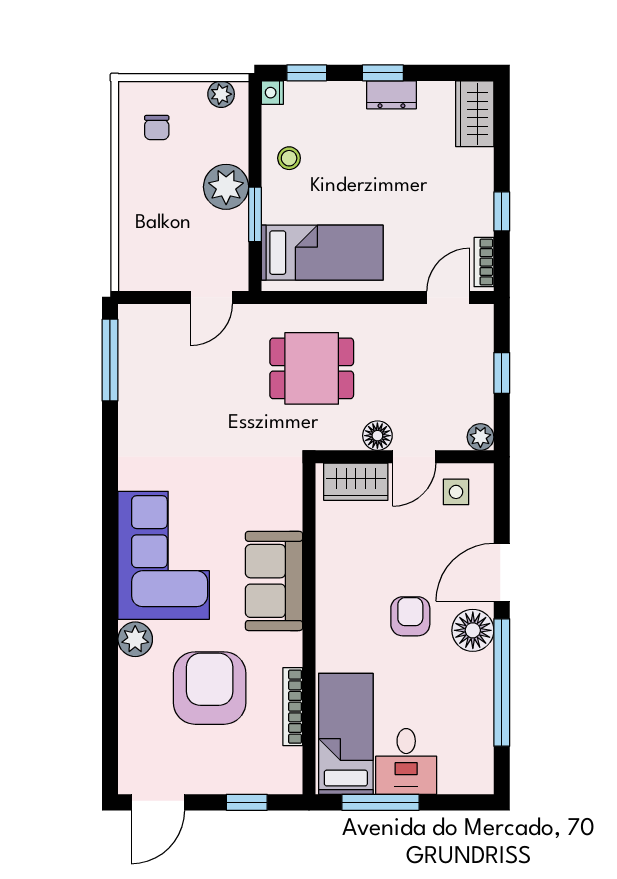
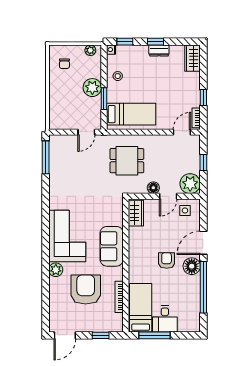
plant: (480, 437) -> (190, 184), width x1.87, depth x1.87
wardrobe: (356, 482) -> (136, 213), moved, turned -90

